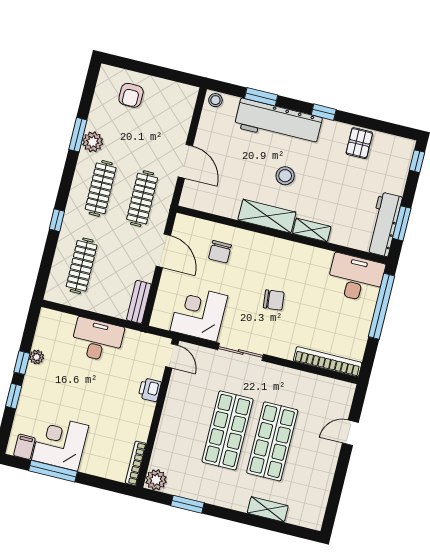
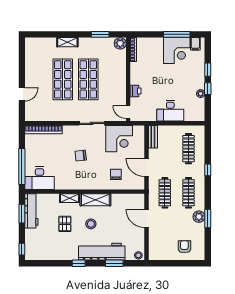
pallet: (359, 143) -> (65, 224), moved
shelving: (268, 509) -> (67, 42), moved

